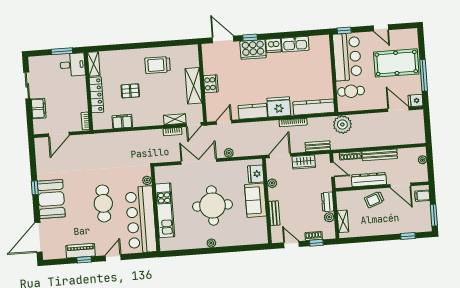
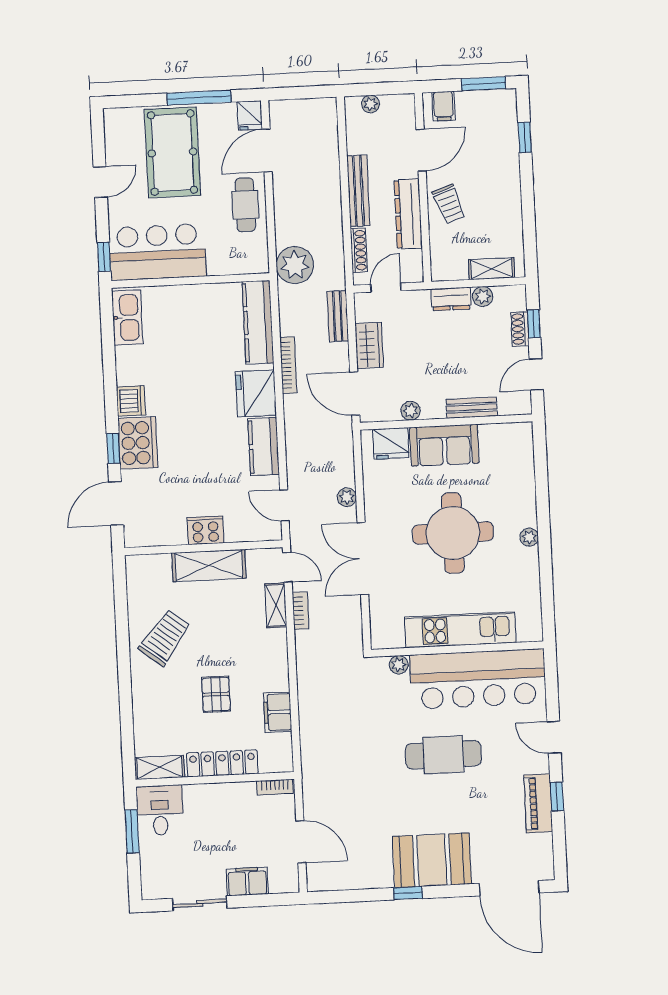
kitchen sink: (295, 44) -> (127, 318), moved
trolley: (158, 65) -> (165, 638), turned -142
cafe table: (351, 91) -> (245, 205), moved

